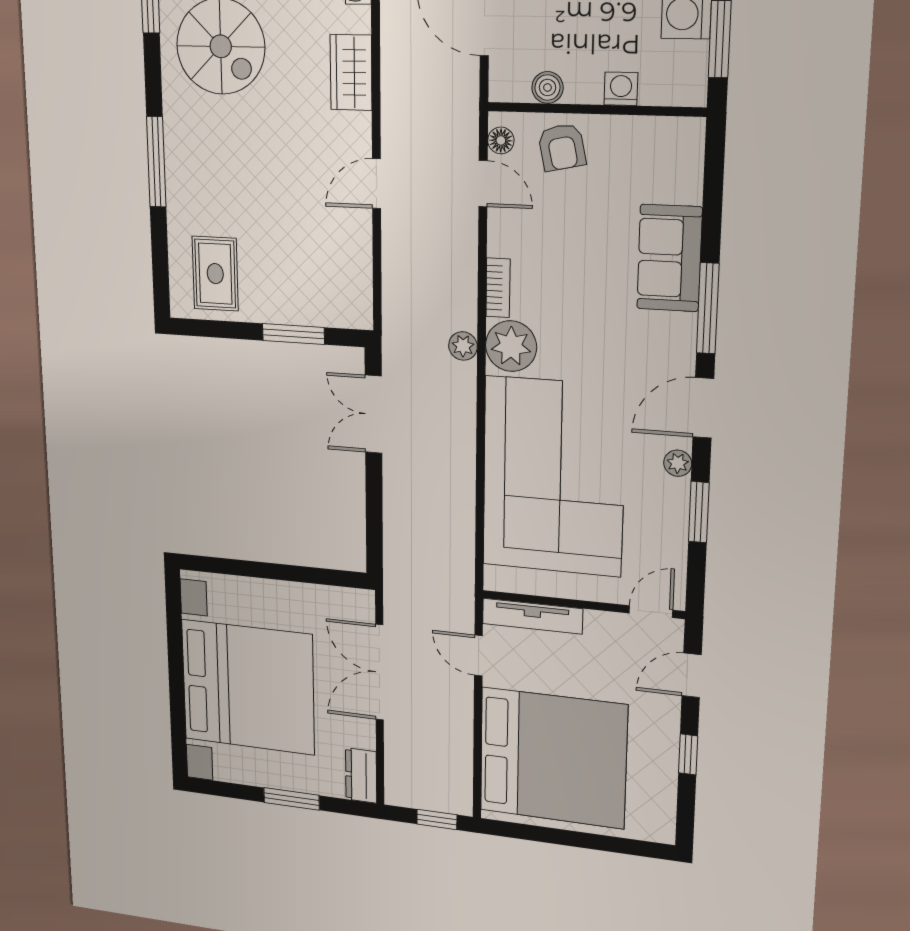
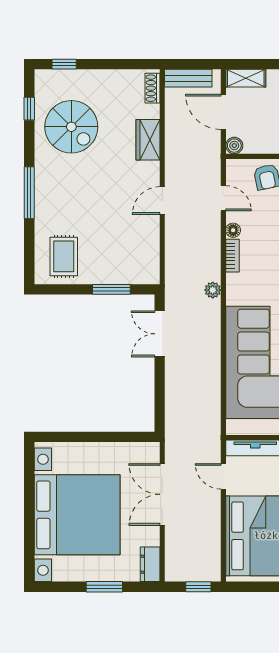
boiler: (547, 87) -> (234, 146), moved
floor lamp: (501, 140) -> (233, 230), moved
plant: (511, 346) -> (240, 288), removed

